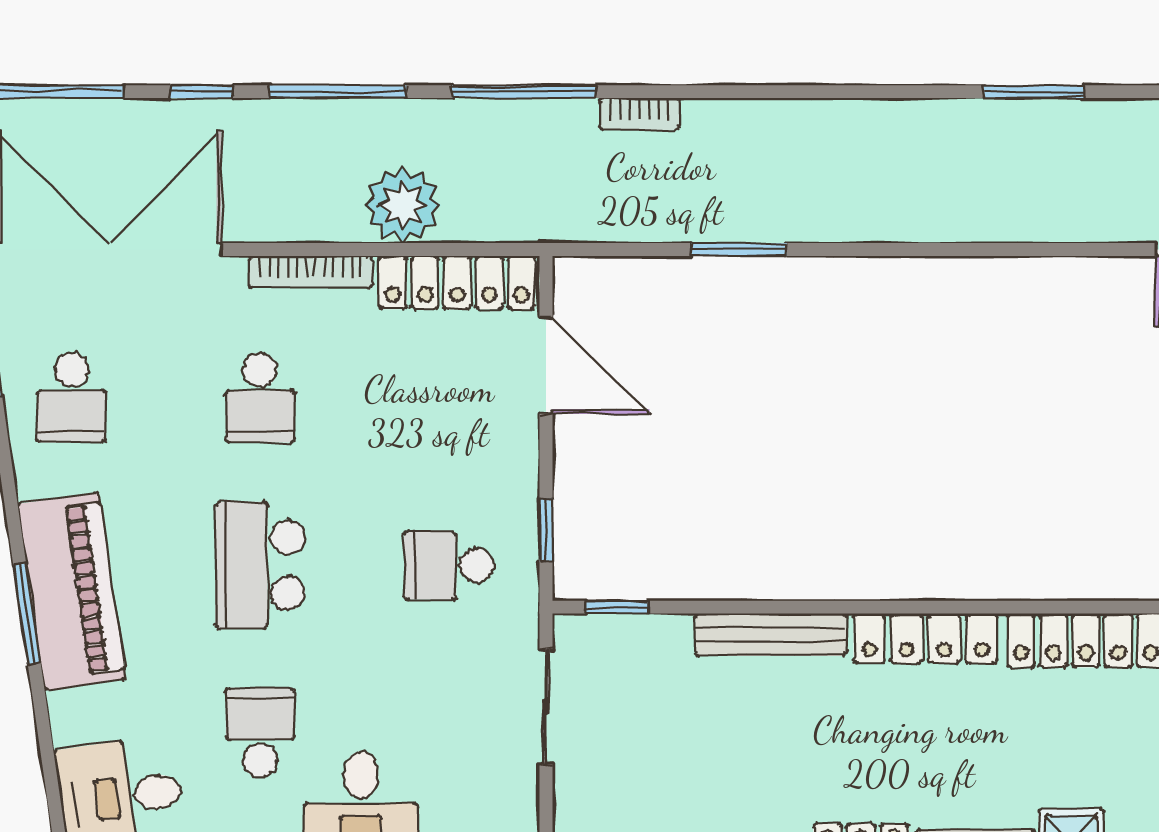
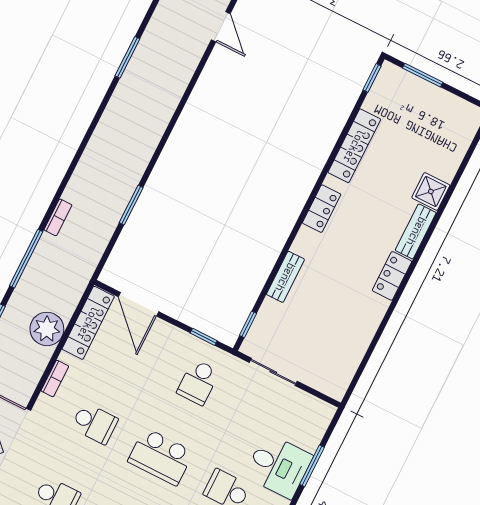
bookcase: (310, 272) -> (55, 379), width x0.64
door: (546, 365) -> (139, 304), swing flipped
bench: (771, 635) -> (285, 277), width x0.73
locker: (925, 638) -> (322, 209), width x0.66

